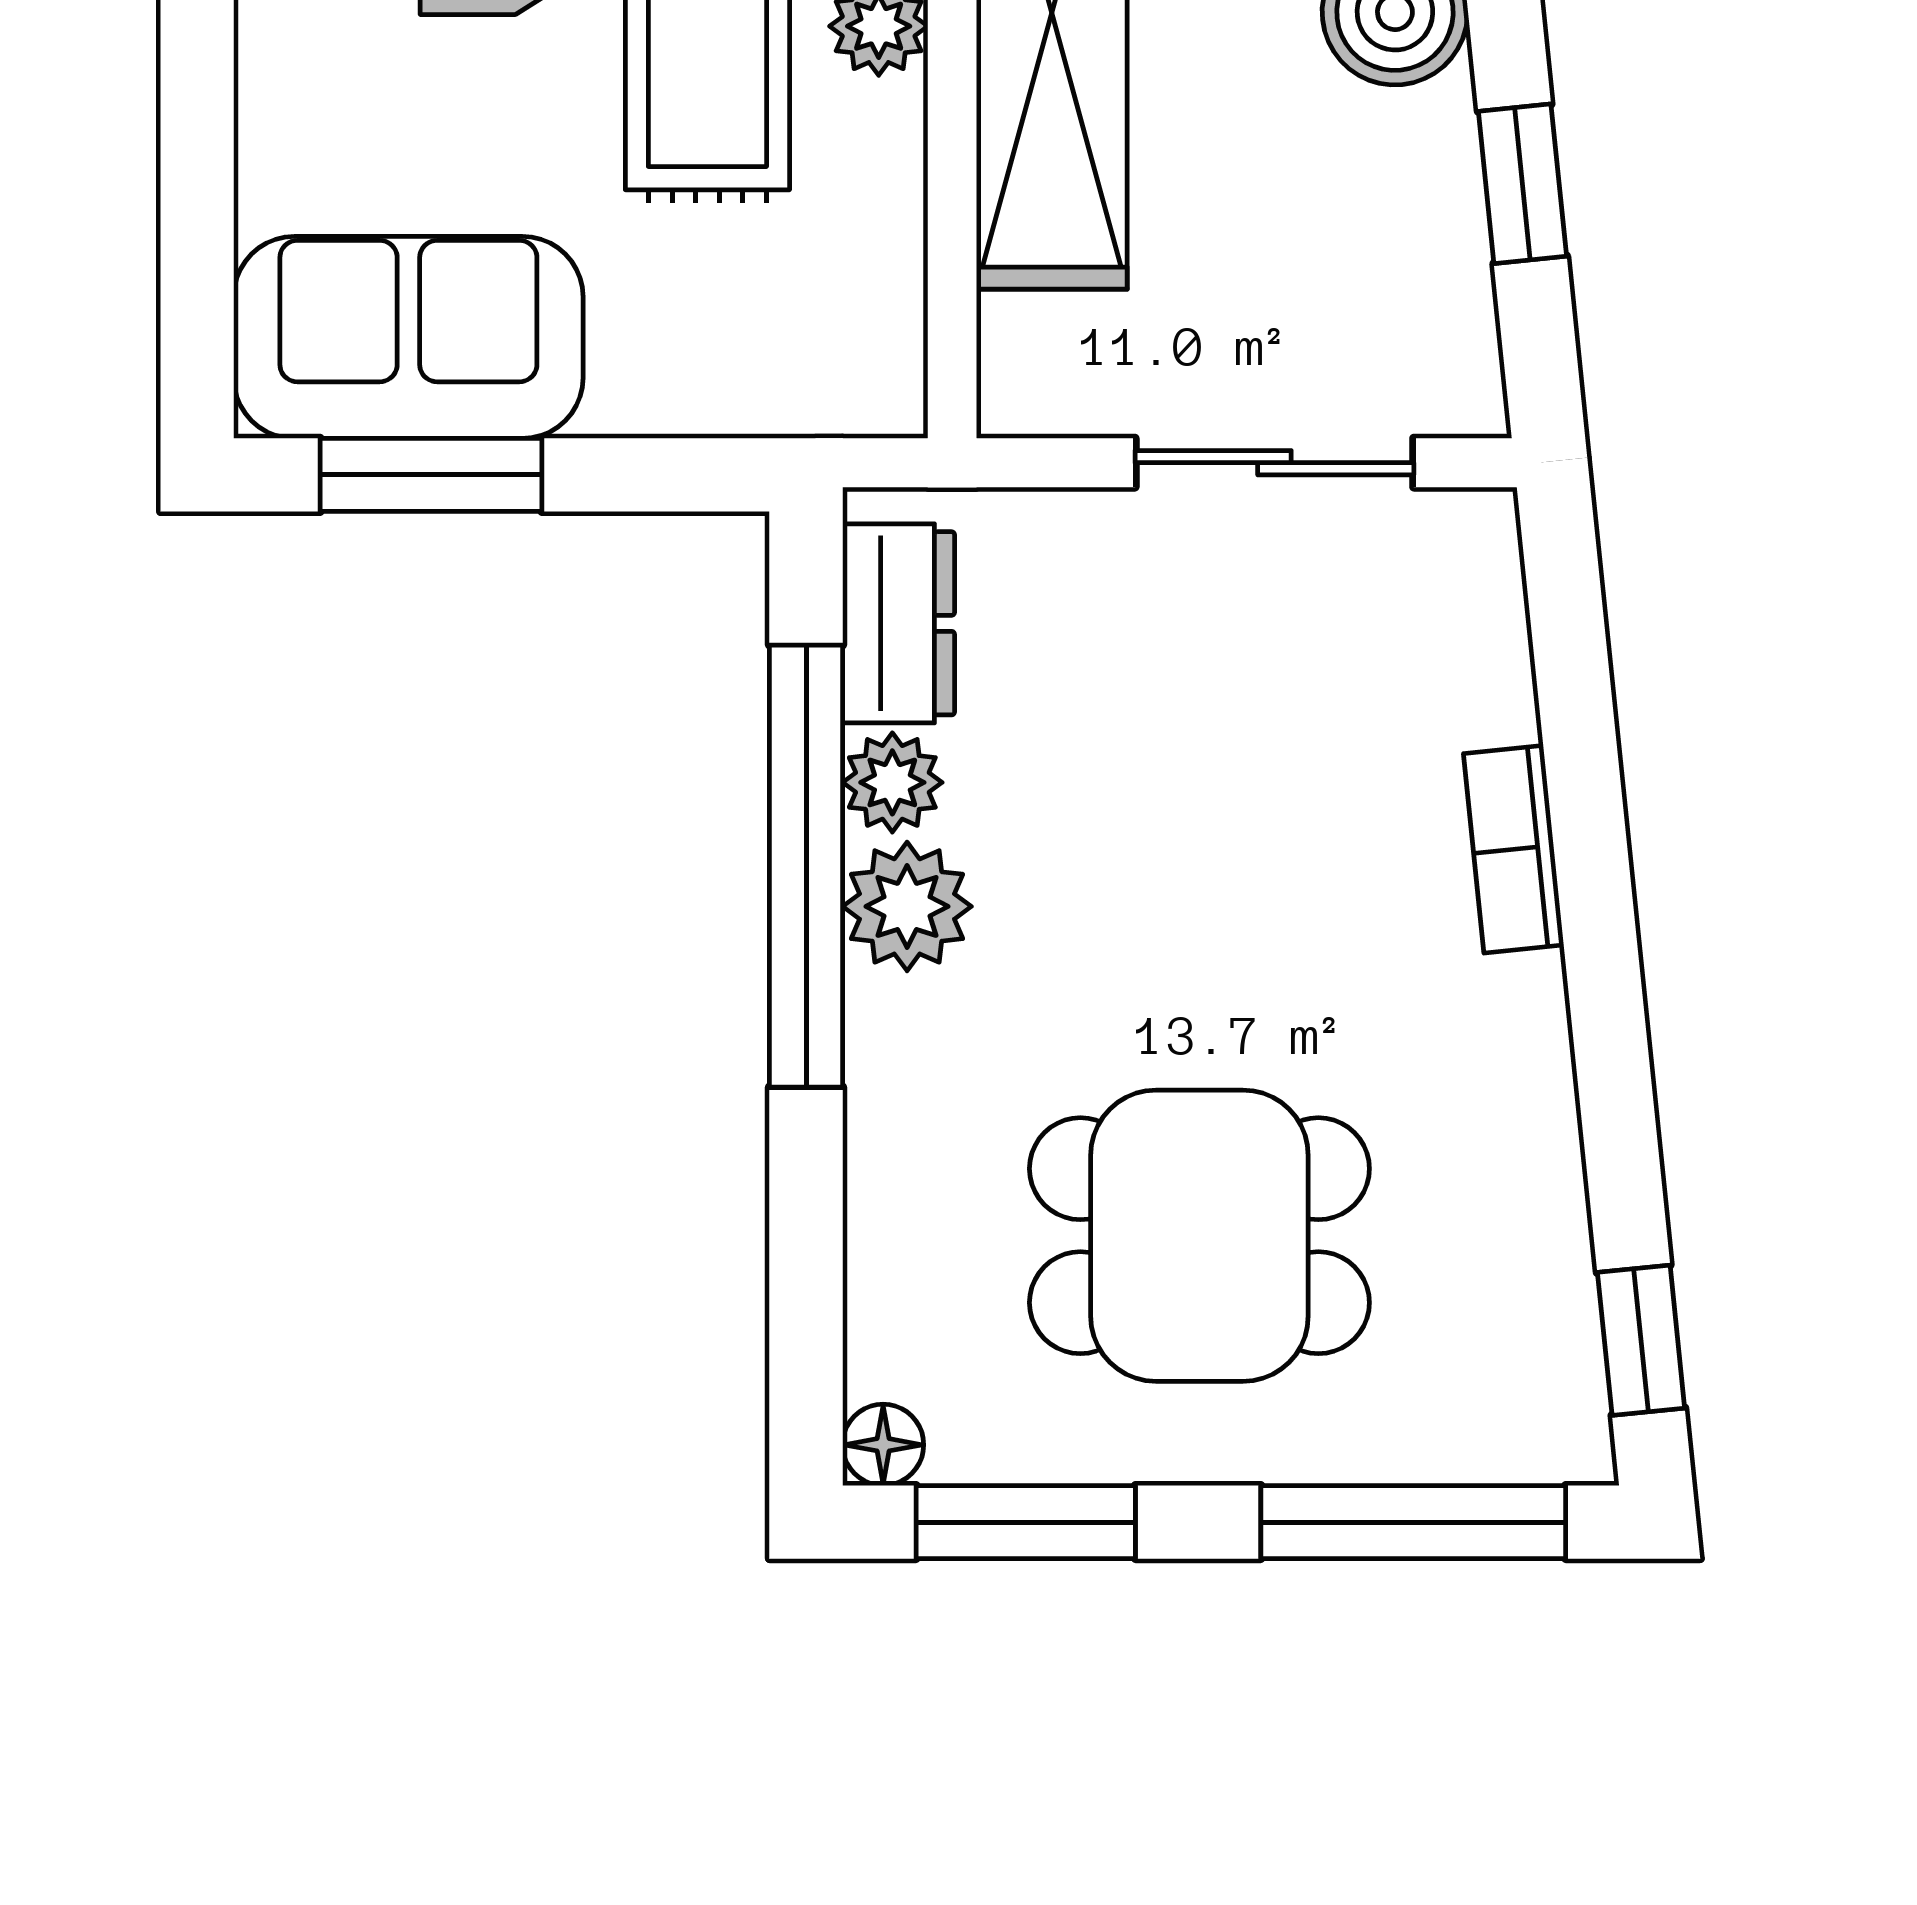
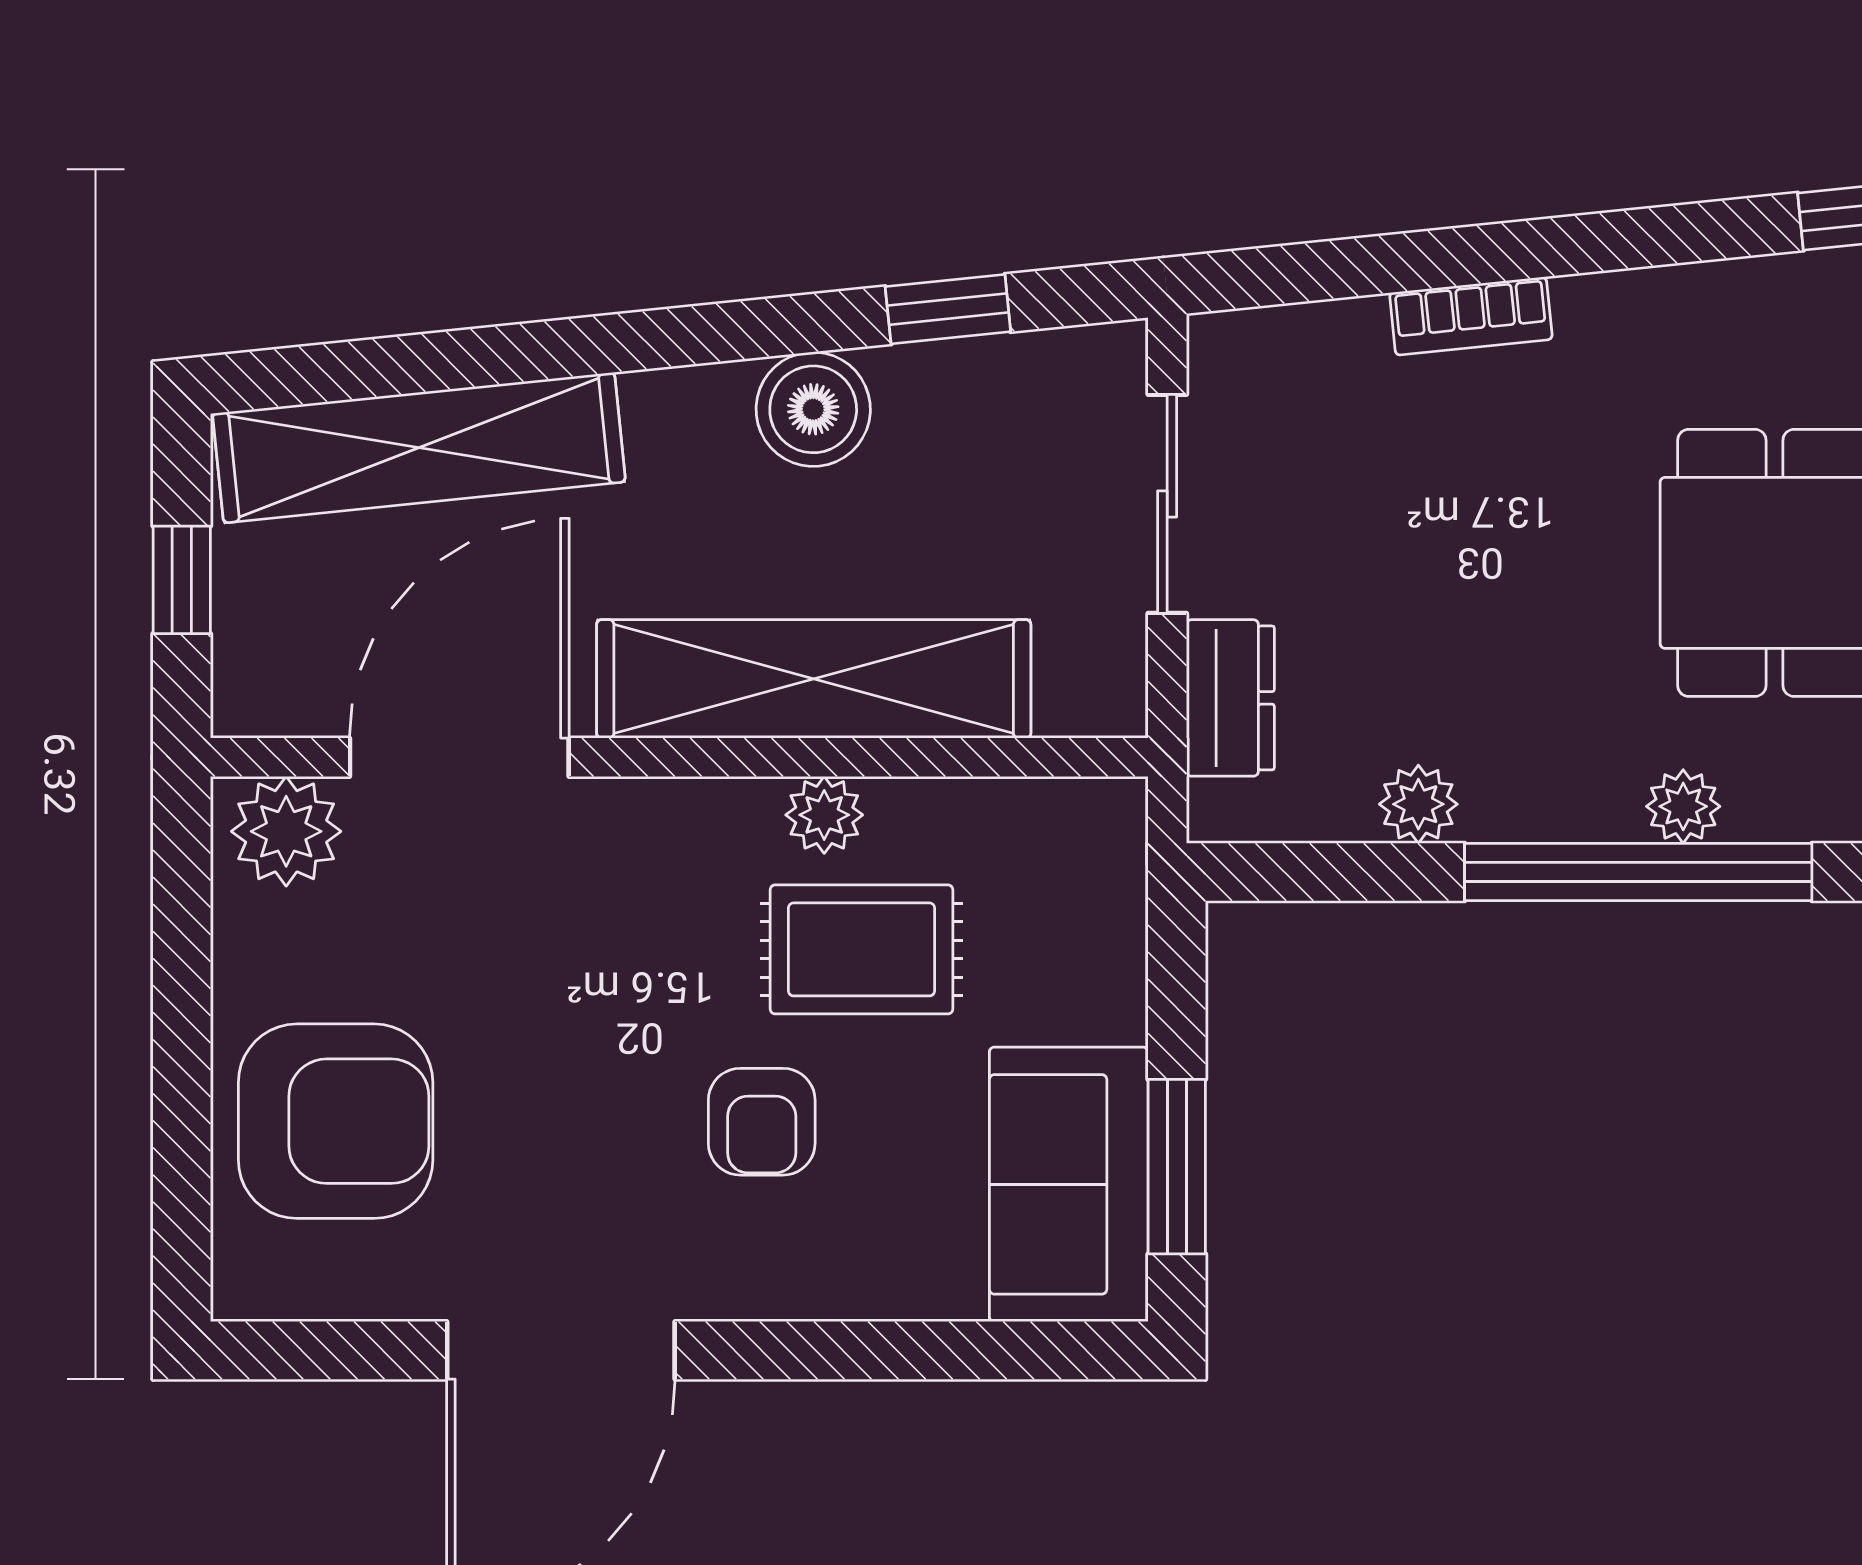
dresser: (899, 623) -> (1230, 698), moved, turned 90
window: (806, 866) -> (1638, 872), moved
plant: (907, 906) -> (1683, 806), moved, width x0.73, depth x0.73

